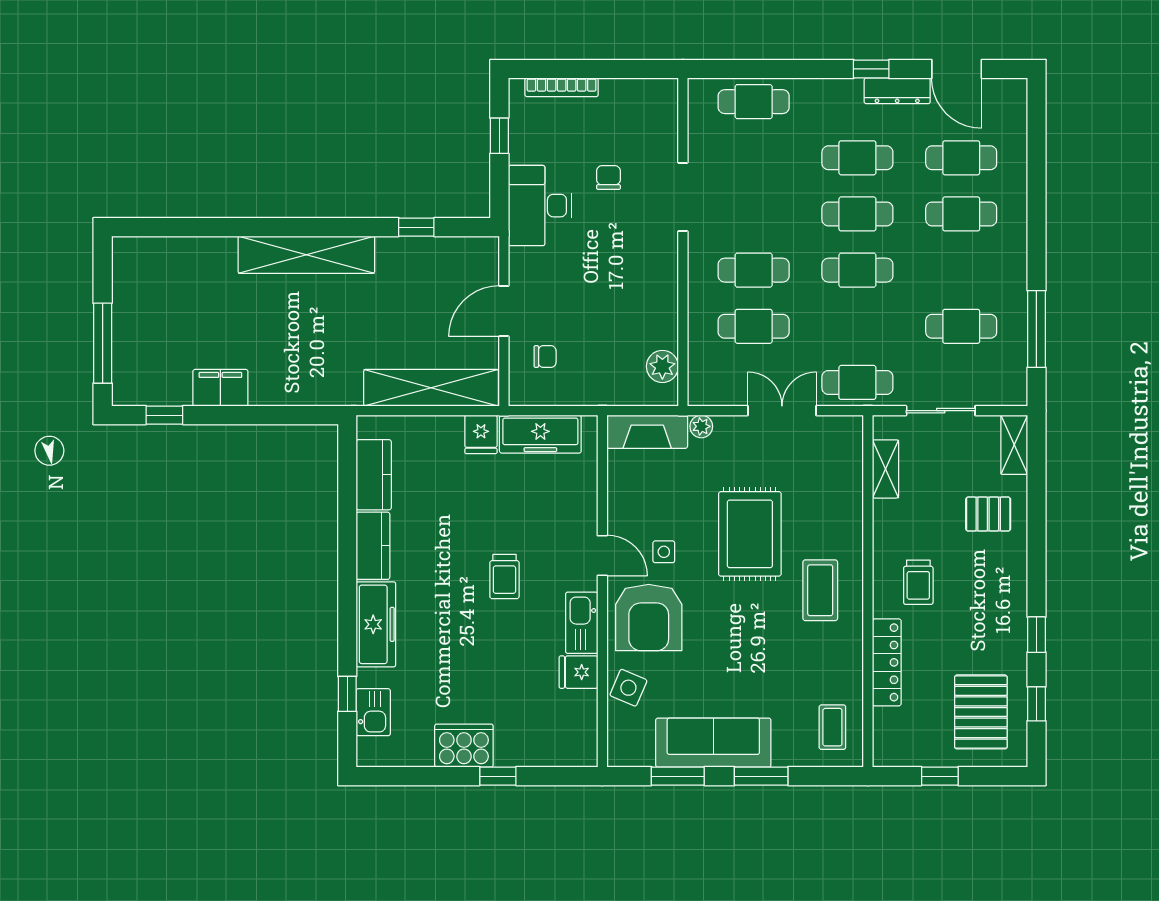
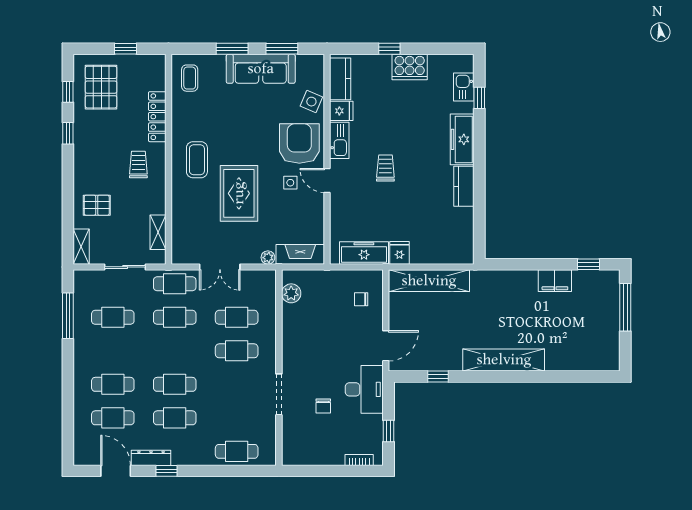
bookcase: (562, 87) -> (359, 460), width x0.64
cafe table: (857, 270) -> (175, 317), moved
door: (504, 311) -> (386, 346), moved
kitchen counter: (374, 475) -> (340, 79), moved, turned 180

